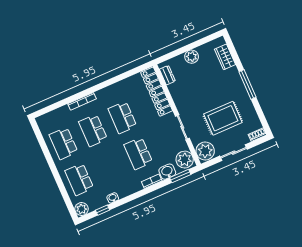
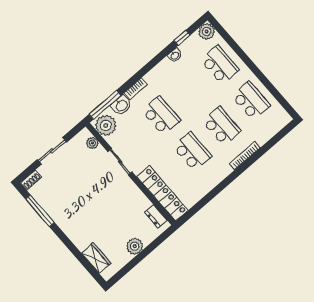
window: (248, 84) -> (40, 211), moved
rug: (223, 118) -> (76, 187), removed
plant: (205, 151) -> (92, 143), width x0.53, depth x0.53
window: (180, 176) -> (105, 105), width x1.44

